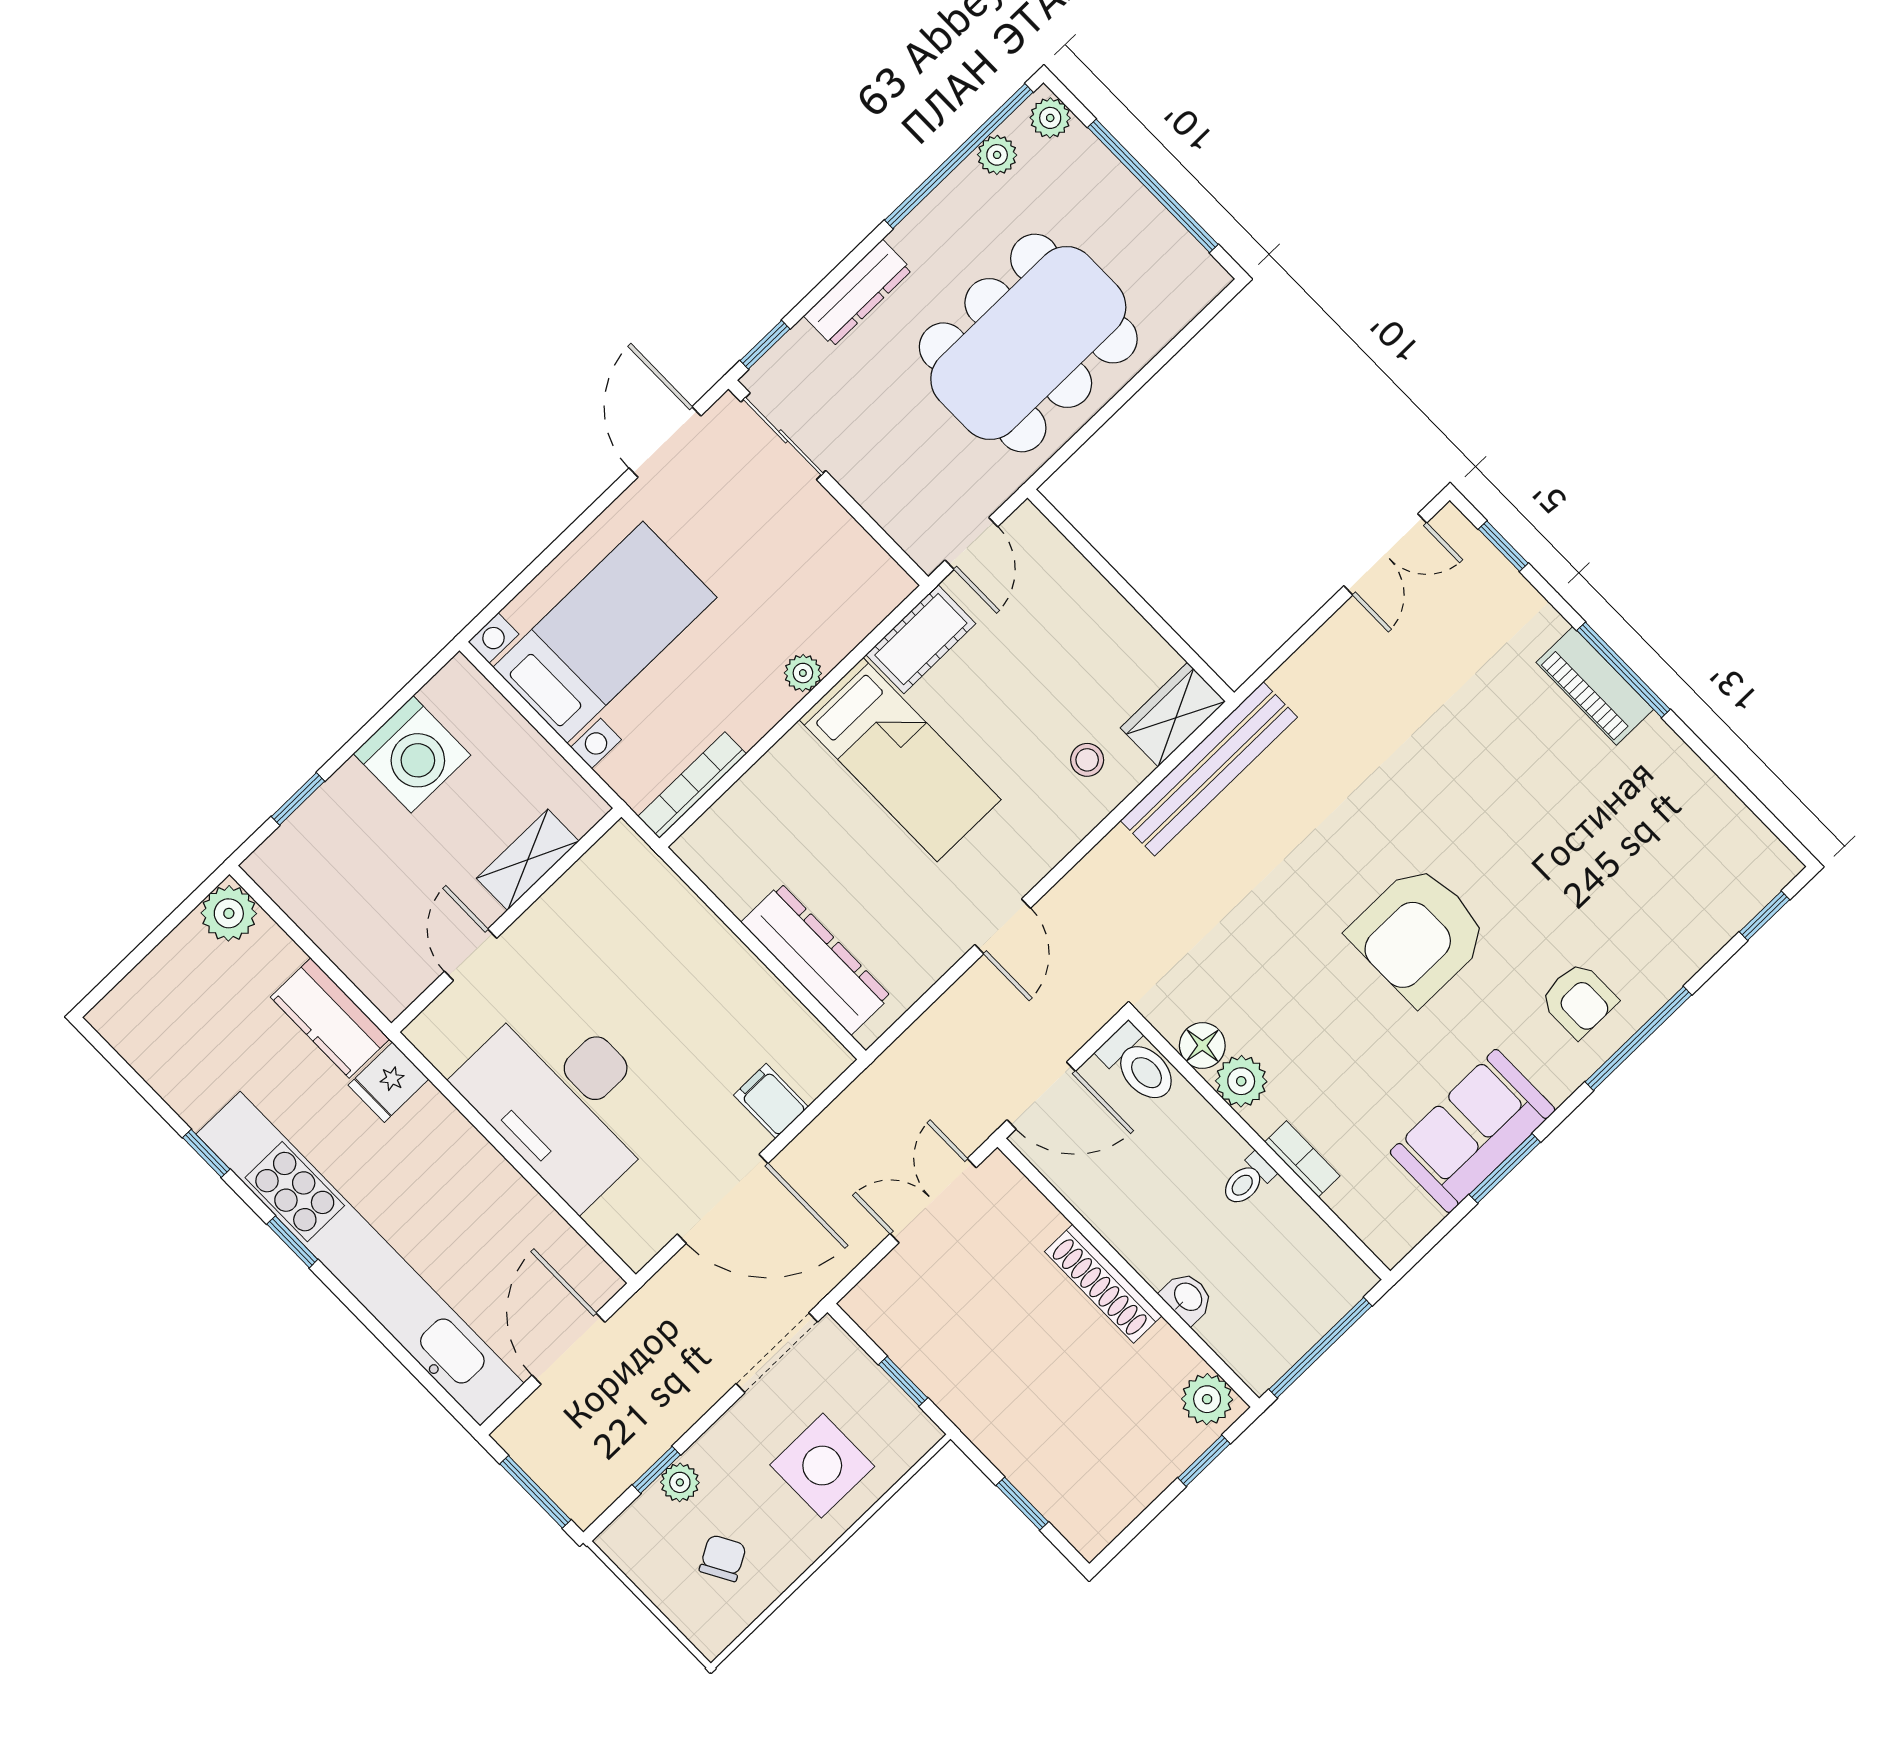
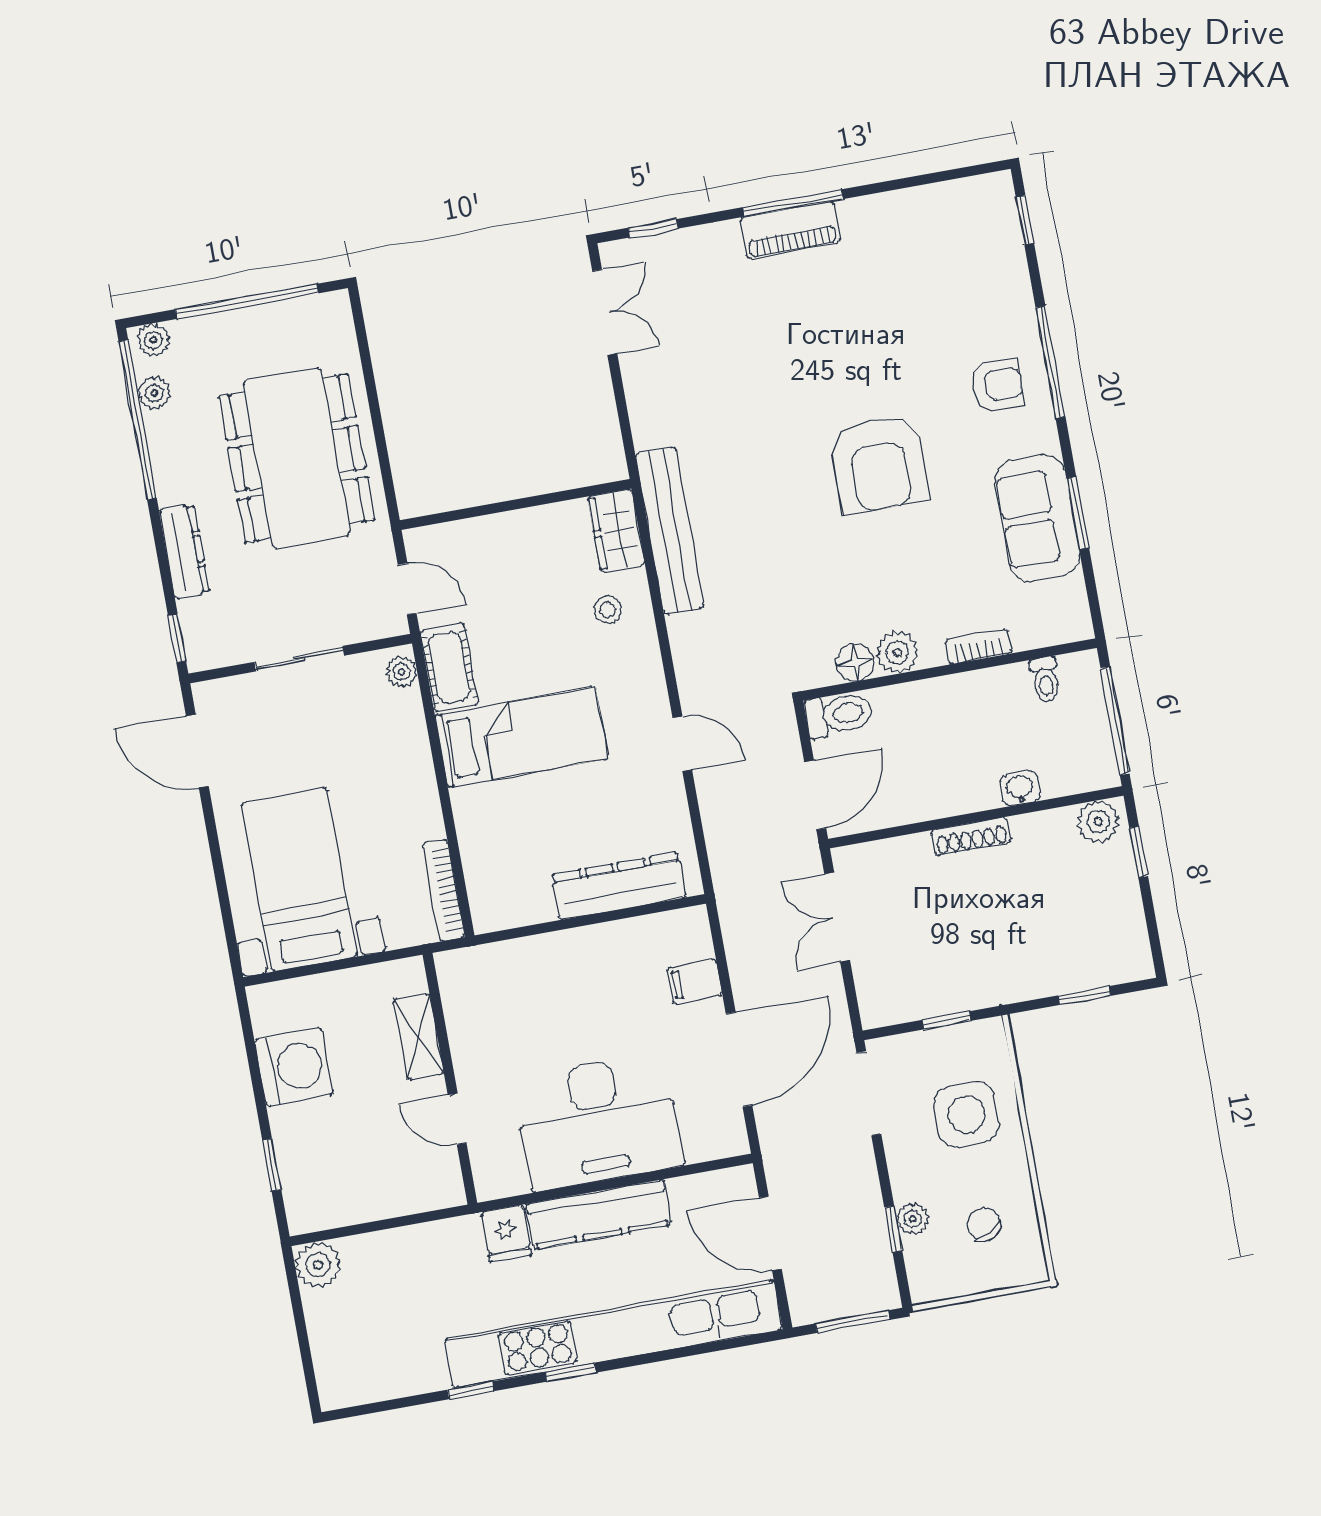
sliding door: (783, 436) -> (299, 659), moved
plant: (803, 673) -> (401, 672), moved
kitchen counter: (330, 1018) -> (599, 1215), moved, width x1.50
toilet: (1248, 1180) -> (1045, 679), moved
shoe rack: (1103, 1284) -> (971, 836), width x0.74, depth x0.81

